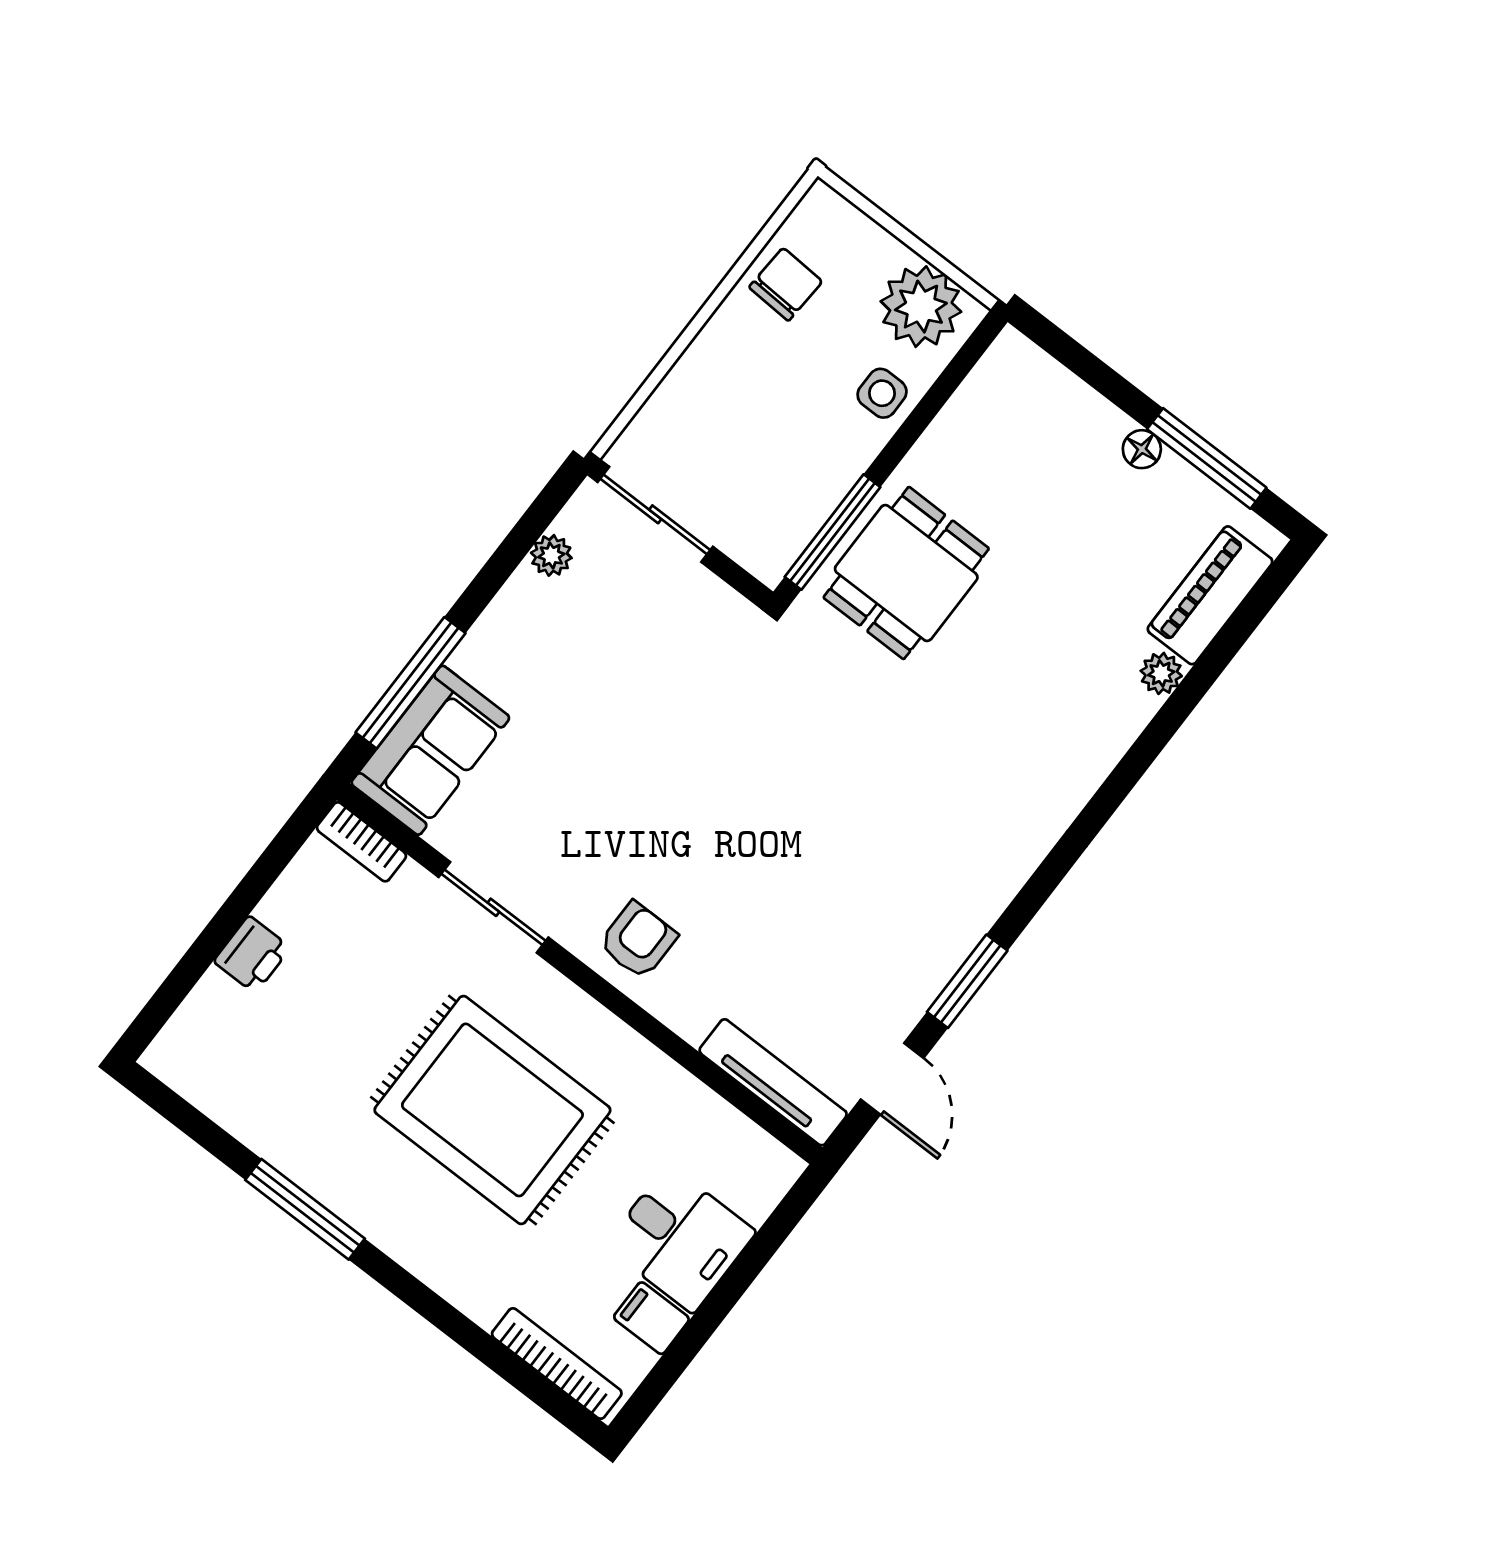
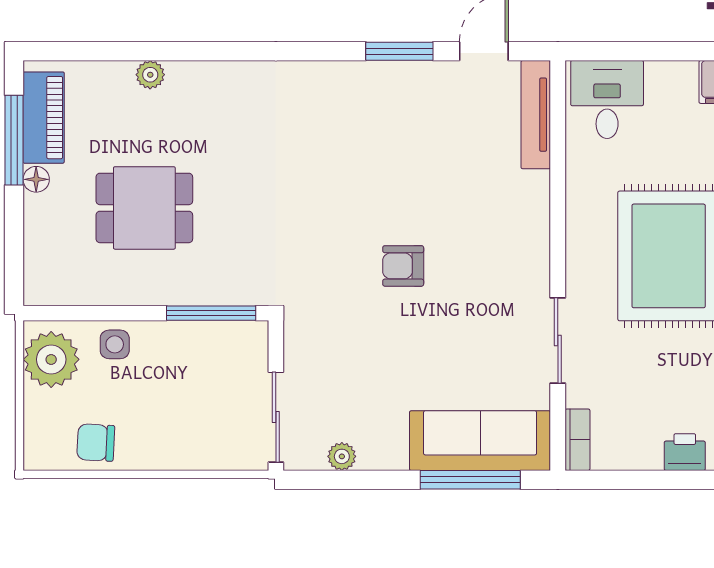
dining table: (906, 573) -> (144, 208), moved
piano: (1210, 595) -> (44, 118), moved, turned -90
sofa: (430, 750) -> (480, 441), width x1.36
armchair: (638, 940) -> (403, 266), moved
desk: (680, 1239) -> (607, 100), moved

